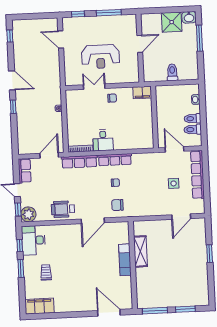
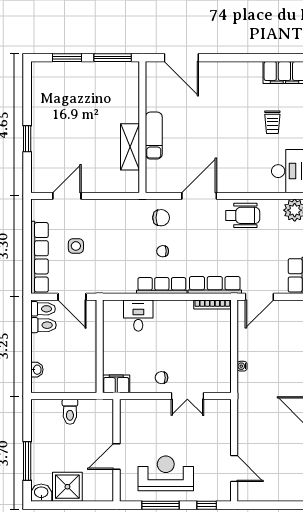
reception desk: (100, 57) -> (166, 473), moved
toilet: (193, 119) -> (43, 309), moved
desk: (103, 140) -> (138, 316), moved

